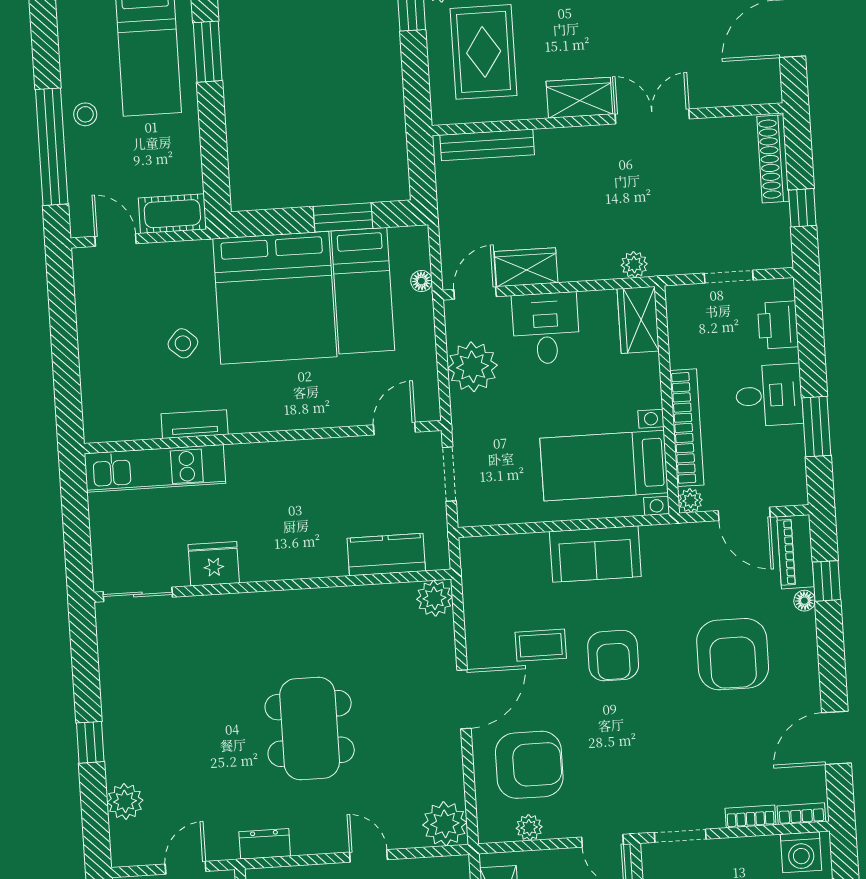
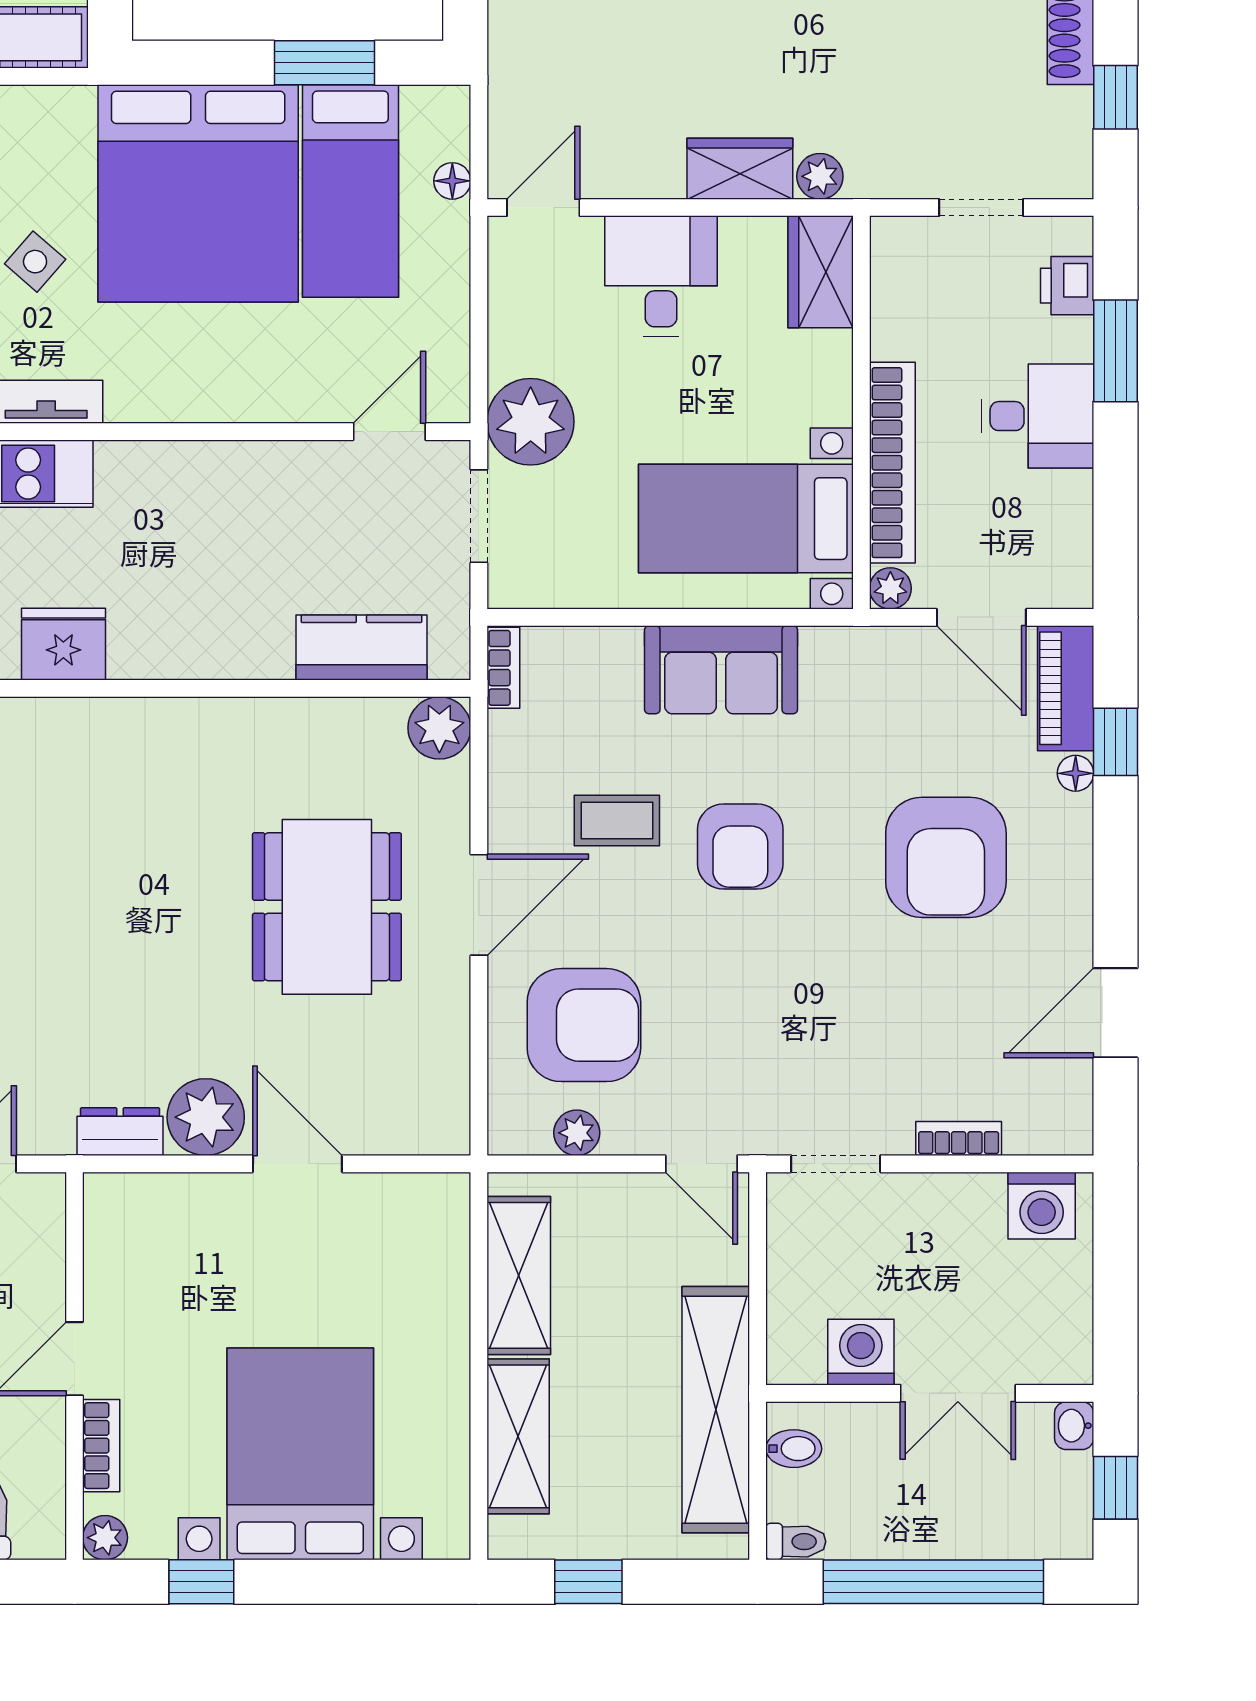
wardrobe: (526, 267) -> (740, 169), moved
printer: (778, 325) -> (1067, 286), width x0.73, depth x0.81
plant: (472, 367) -> (531, 422), moved
window: (816, 427) -> (1115, 351), moved
dining table: (310, 728) -> (327, 907), moved
bookcase: (801, 814) -> (503, 668), moved, turned 90
plant: (445, 824) -> (206, 1117), moved
door: (369, 856) -> (297, 1164), width x1.38

